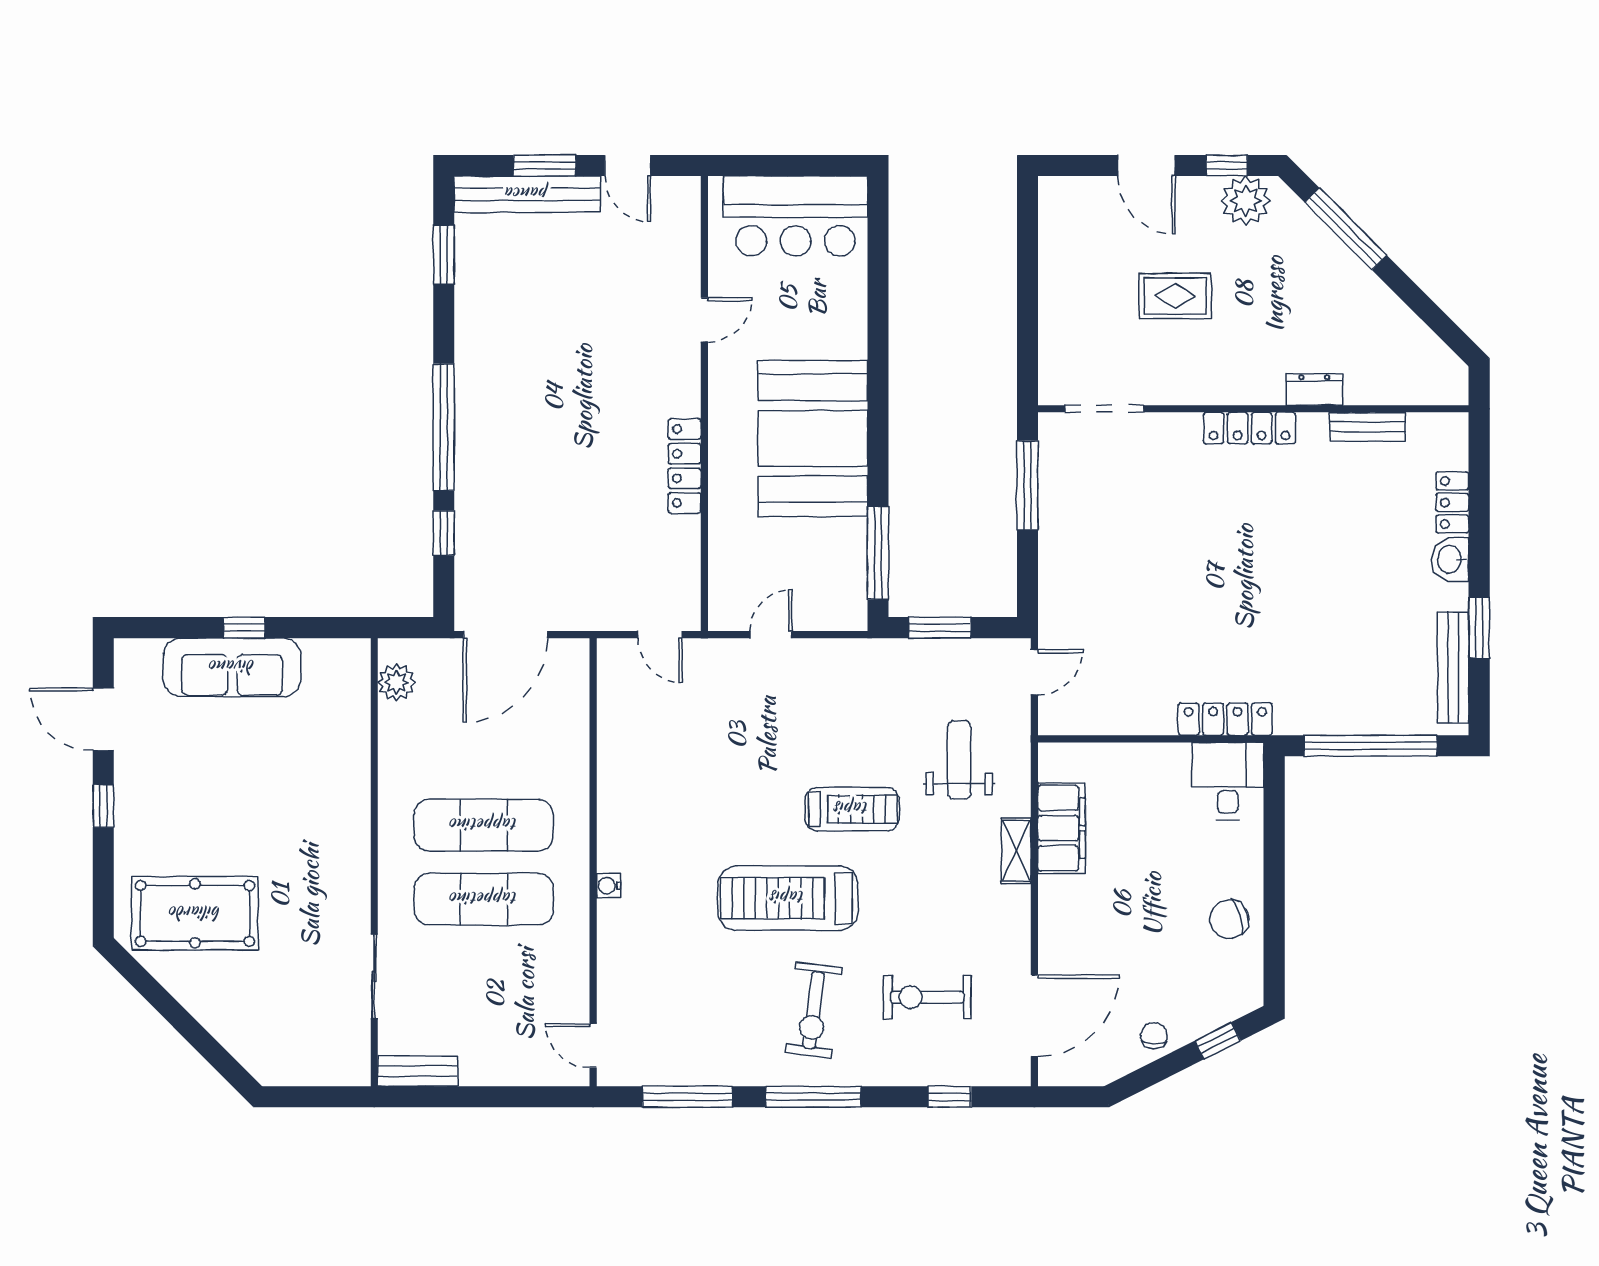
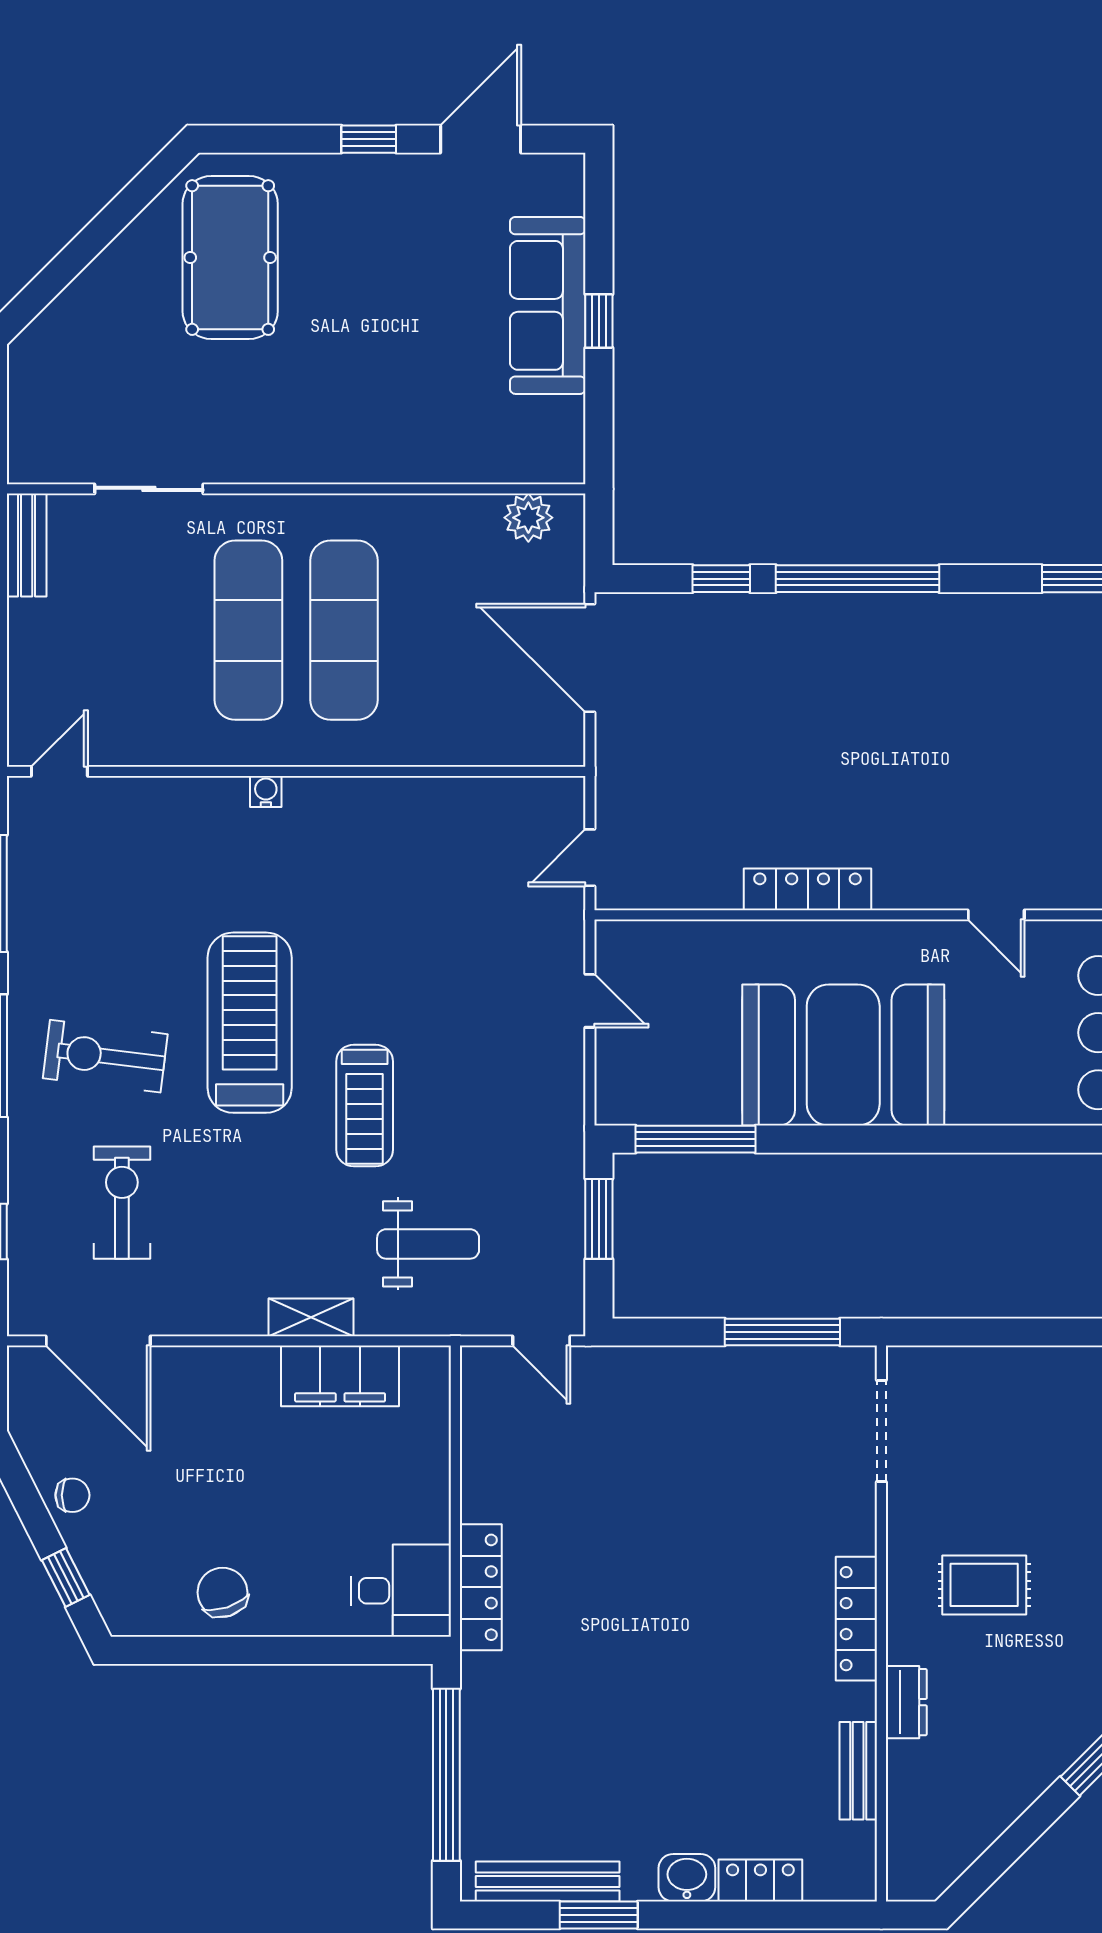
rug: (1175, 296) -> (984, 1585), moved, turned 90

